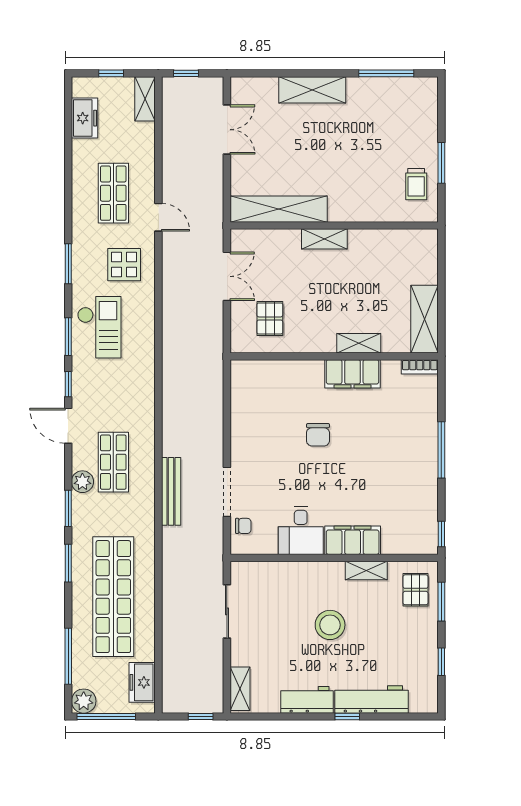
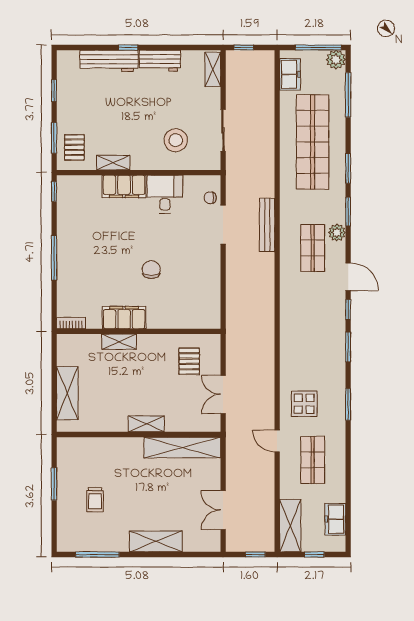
shelving: (145, 99) -> (290, 526), width x1.50, depth x1.33
trolley: (416, 184) -> (95, 500), moved, turned 180
shelving: (424, 319) -> (67, 393), moved
checkout: (99, 327) -> (324, 354), removed
stool: (330, 625) -> (176, 140), moved

